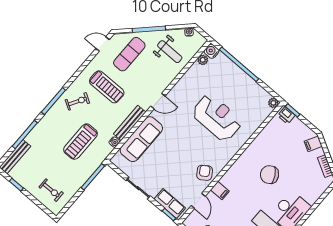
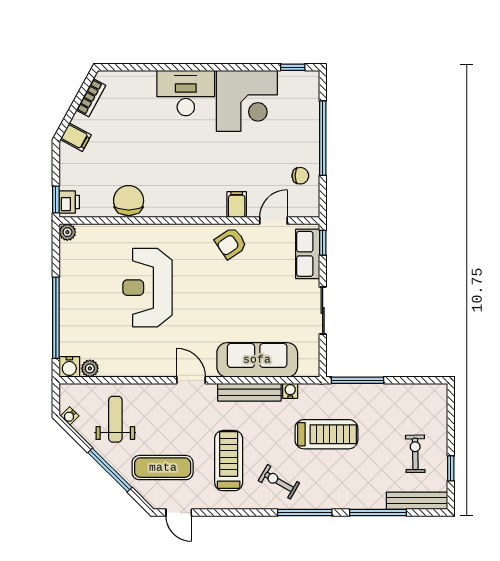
chair: (269, 175) -> (129, 201), moved, turned -150
exercise bike: (51, 190) -> (415, 454), moved

